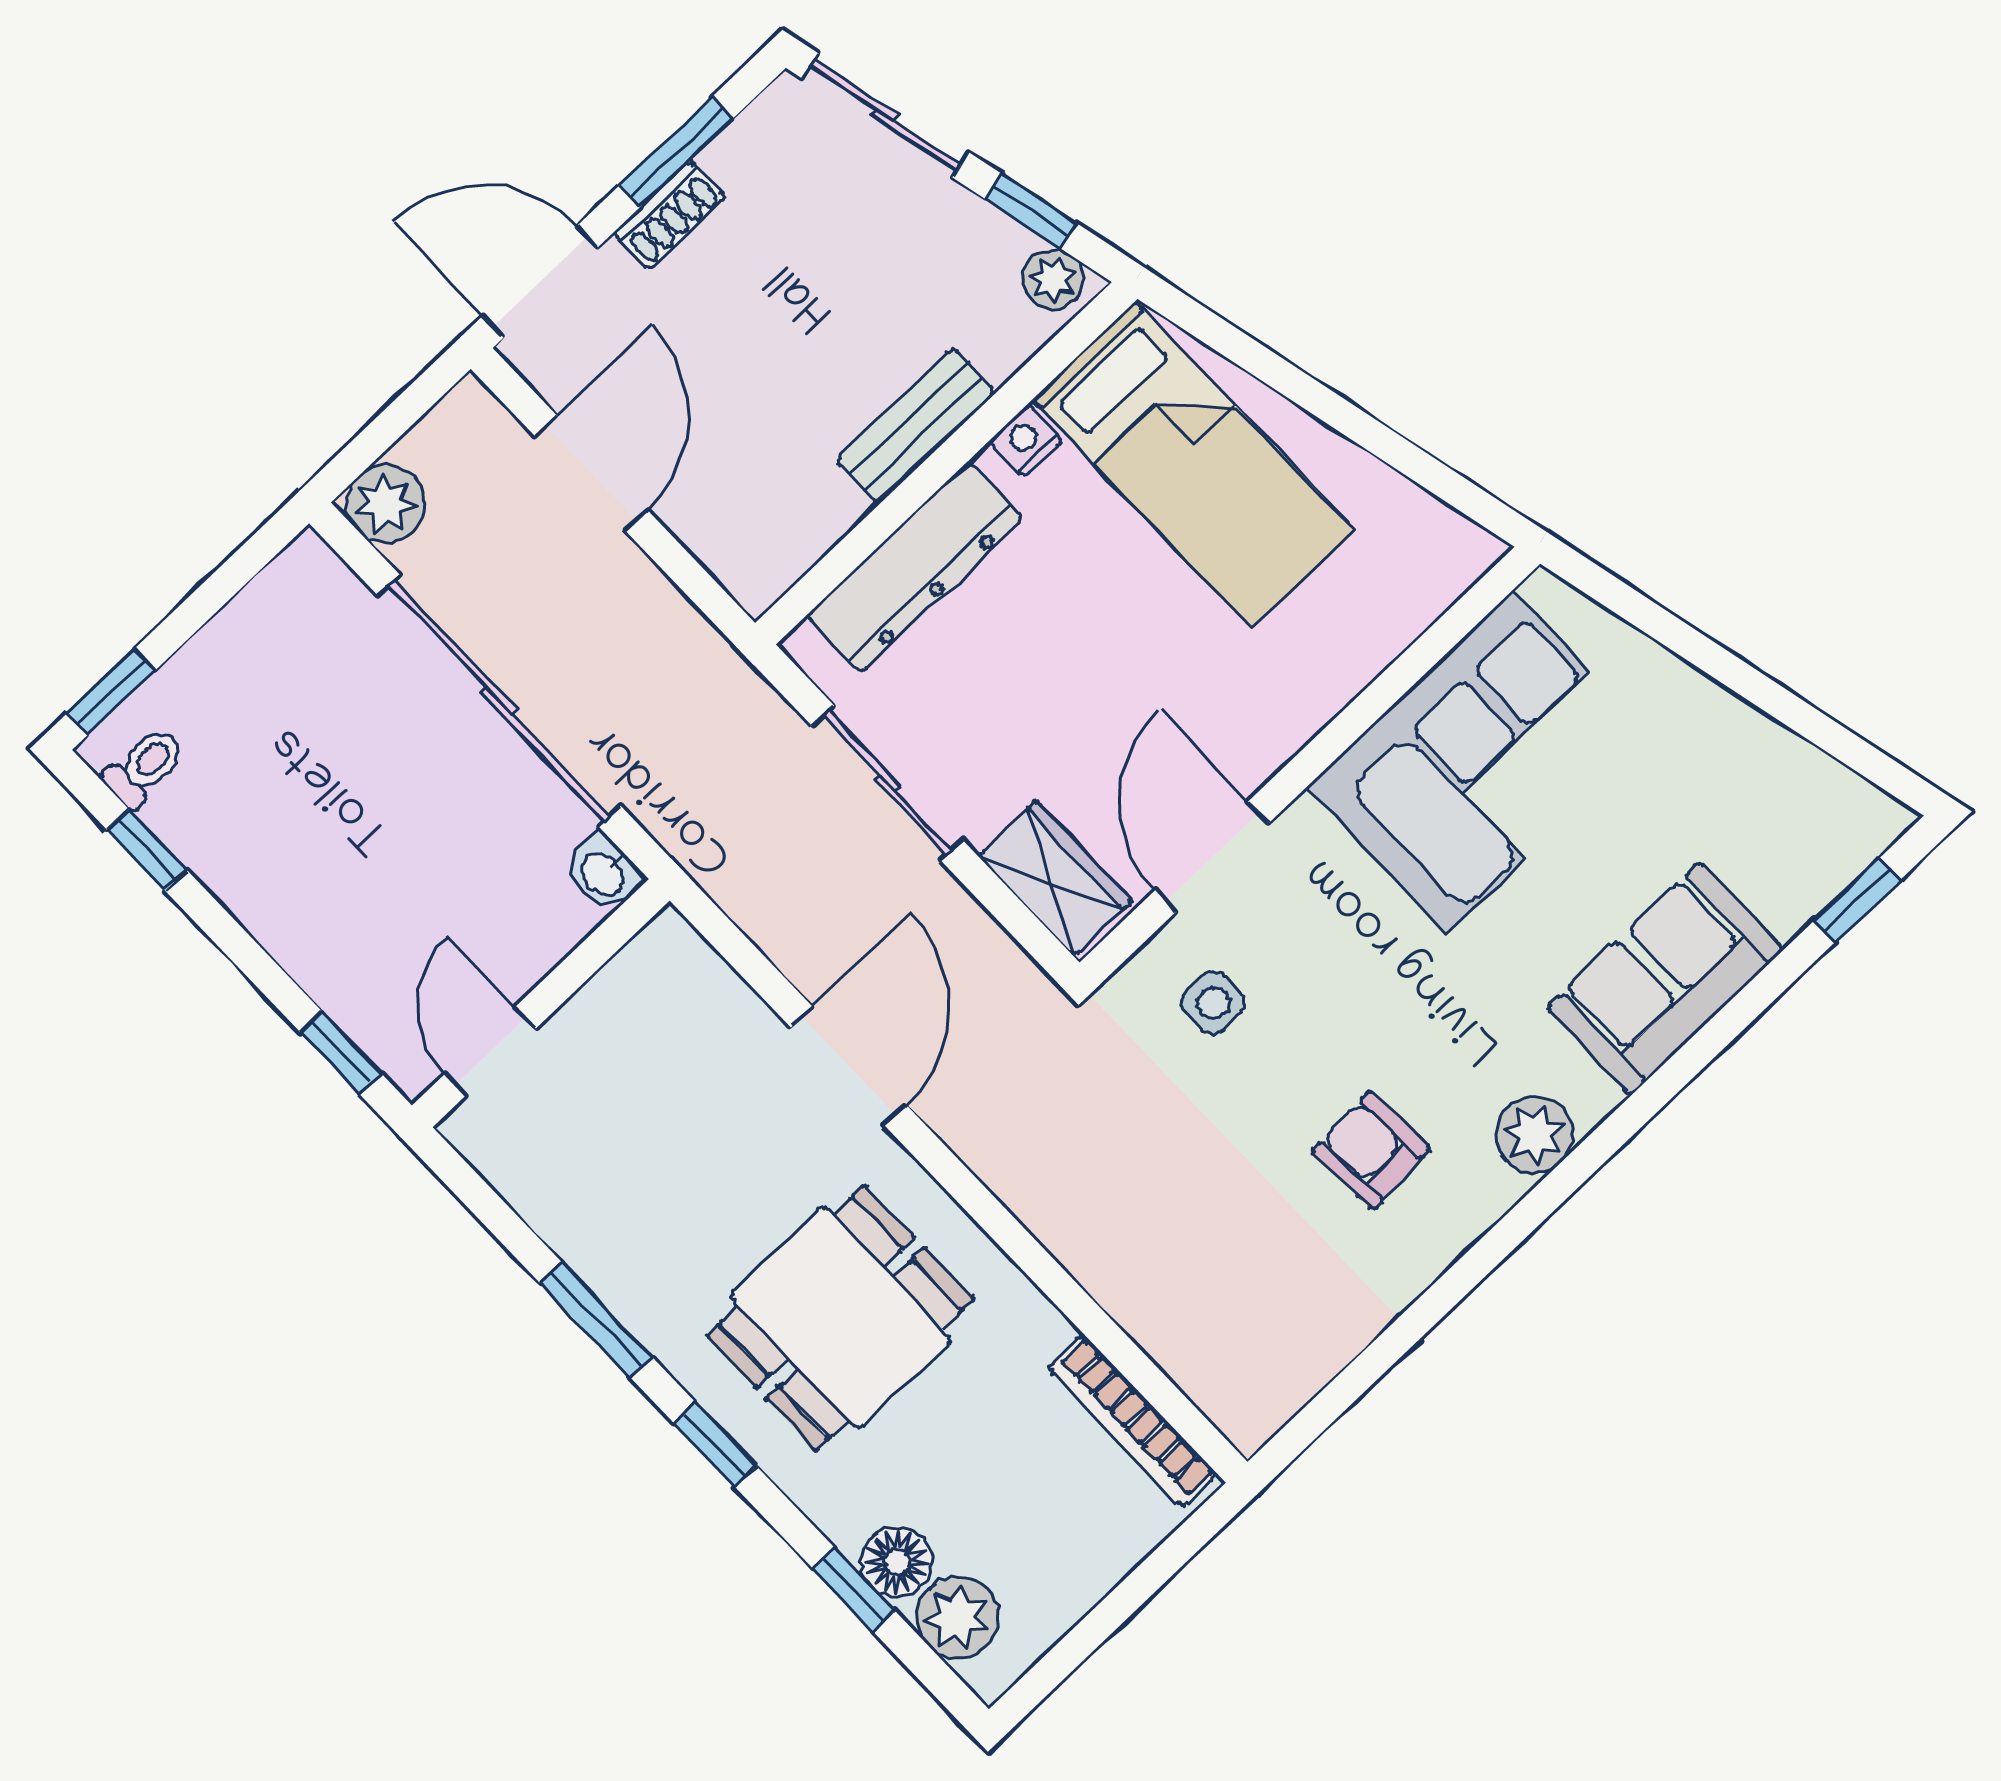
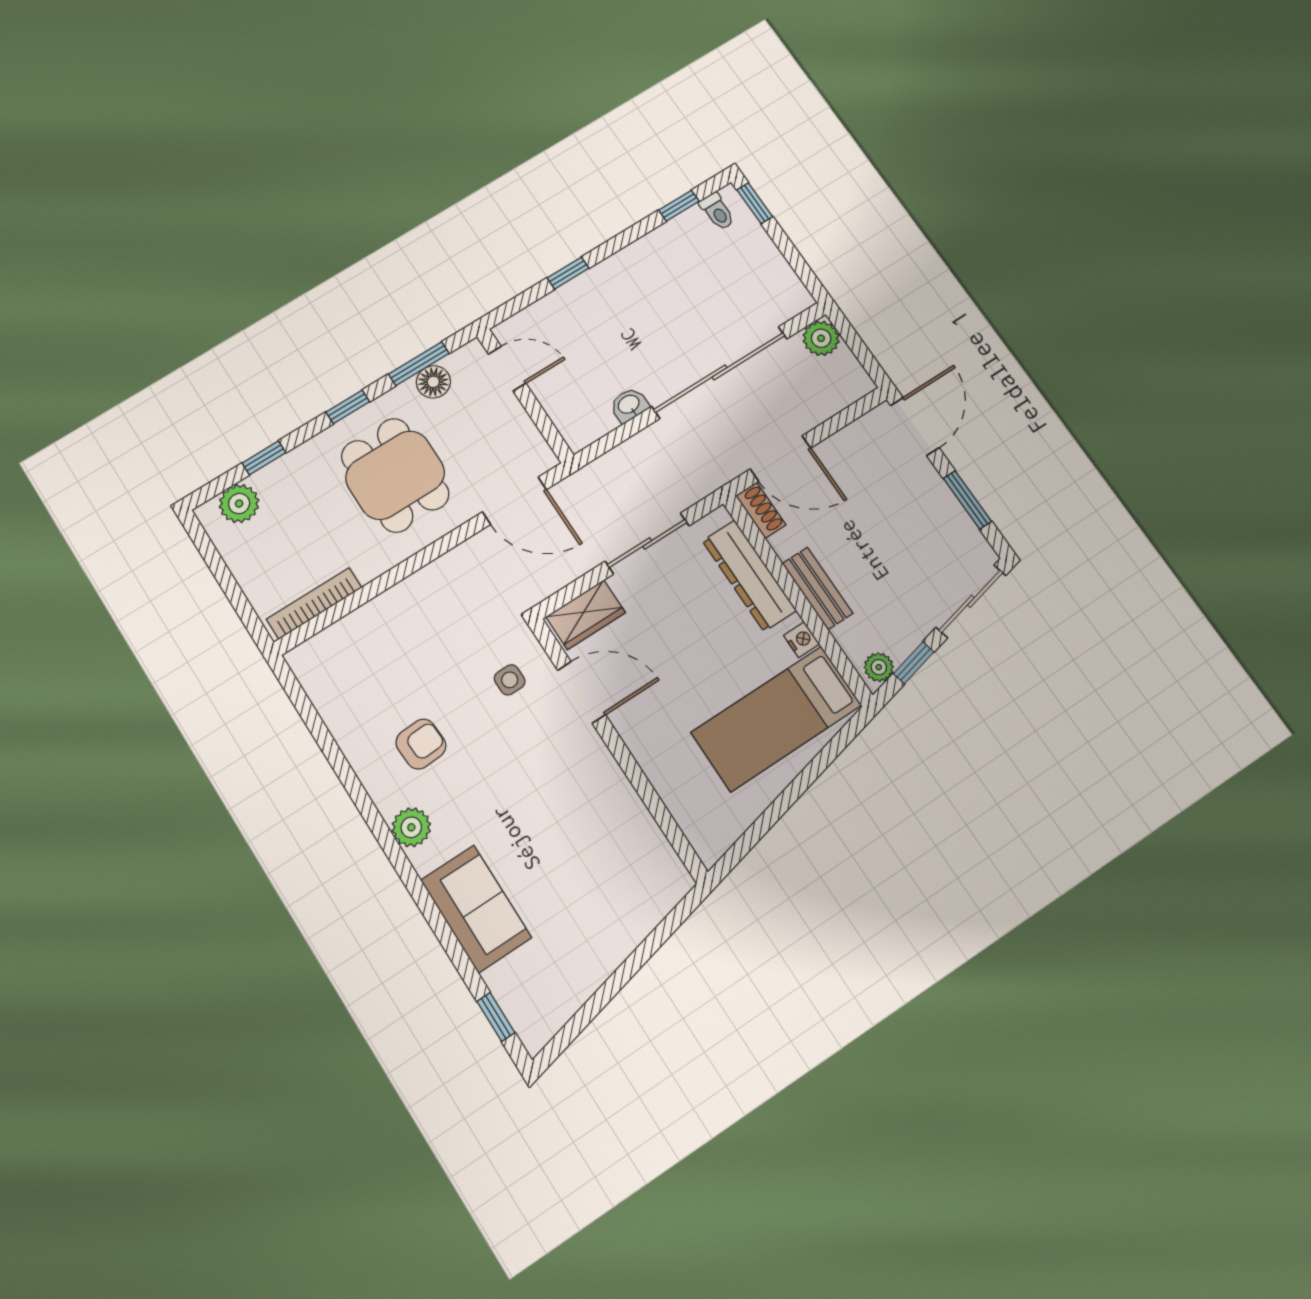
shoe rack: (670, 215) -> (761, 510), moved, turned 180
door: (591, 473) -> (780, 459), moved
corner sofa: (1480, 762) -> (603, 834), removed
wall: (541, 1003) -> (525, 395), moved
door: (490, 1051) -> (507, 369), moved
floor lamp: (897, 1562) -> (433, 382), moved

